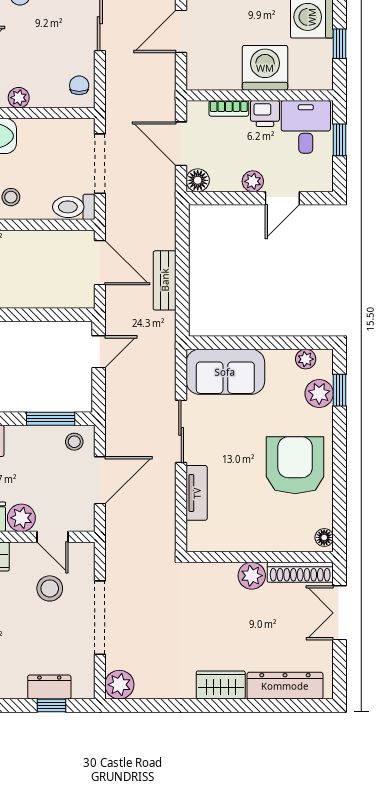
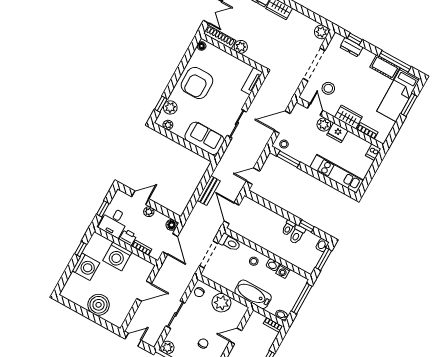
plant: (19, 98) -> (221, 303), width x1.88, depth x1.88
tv unit: (197, 493) -> (252, 81), moved

